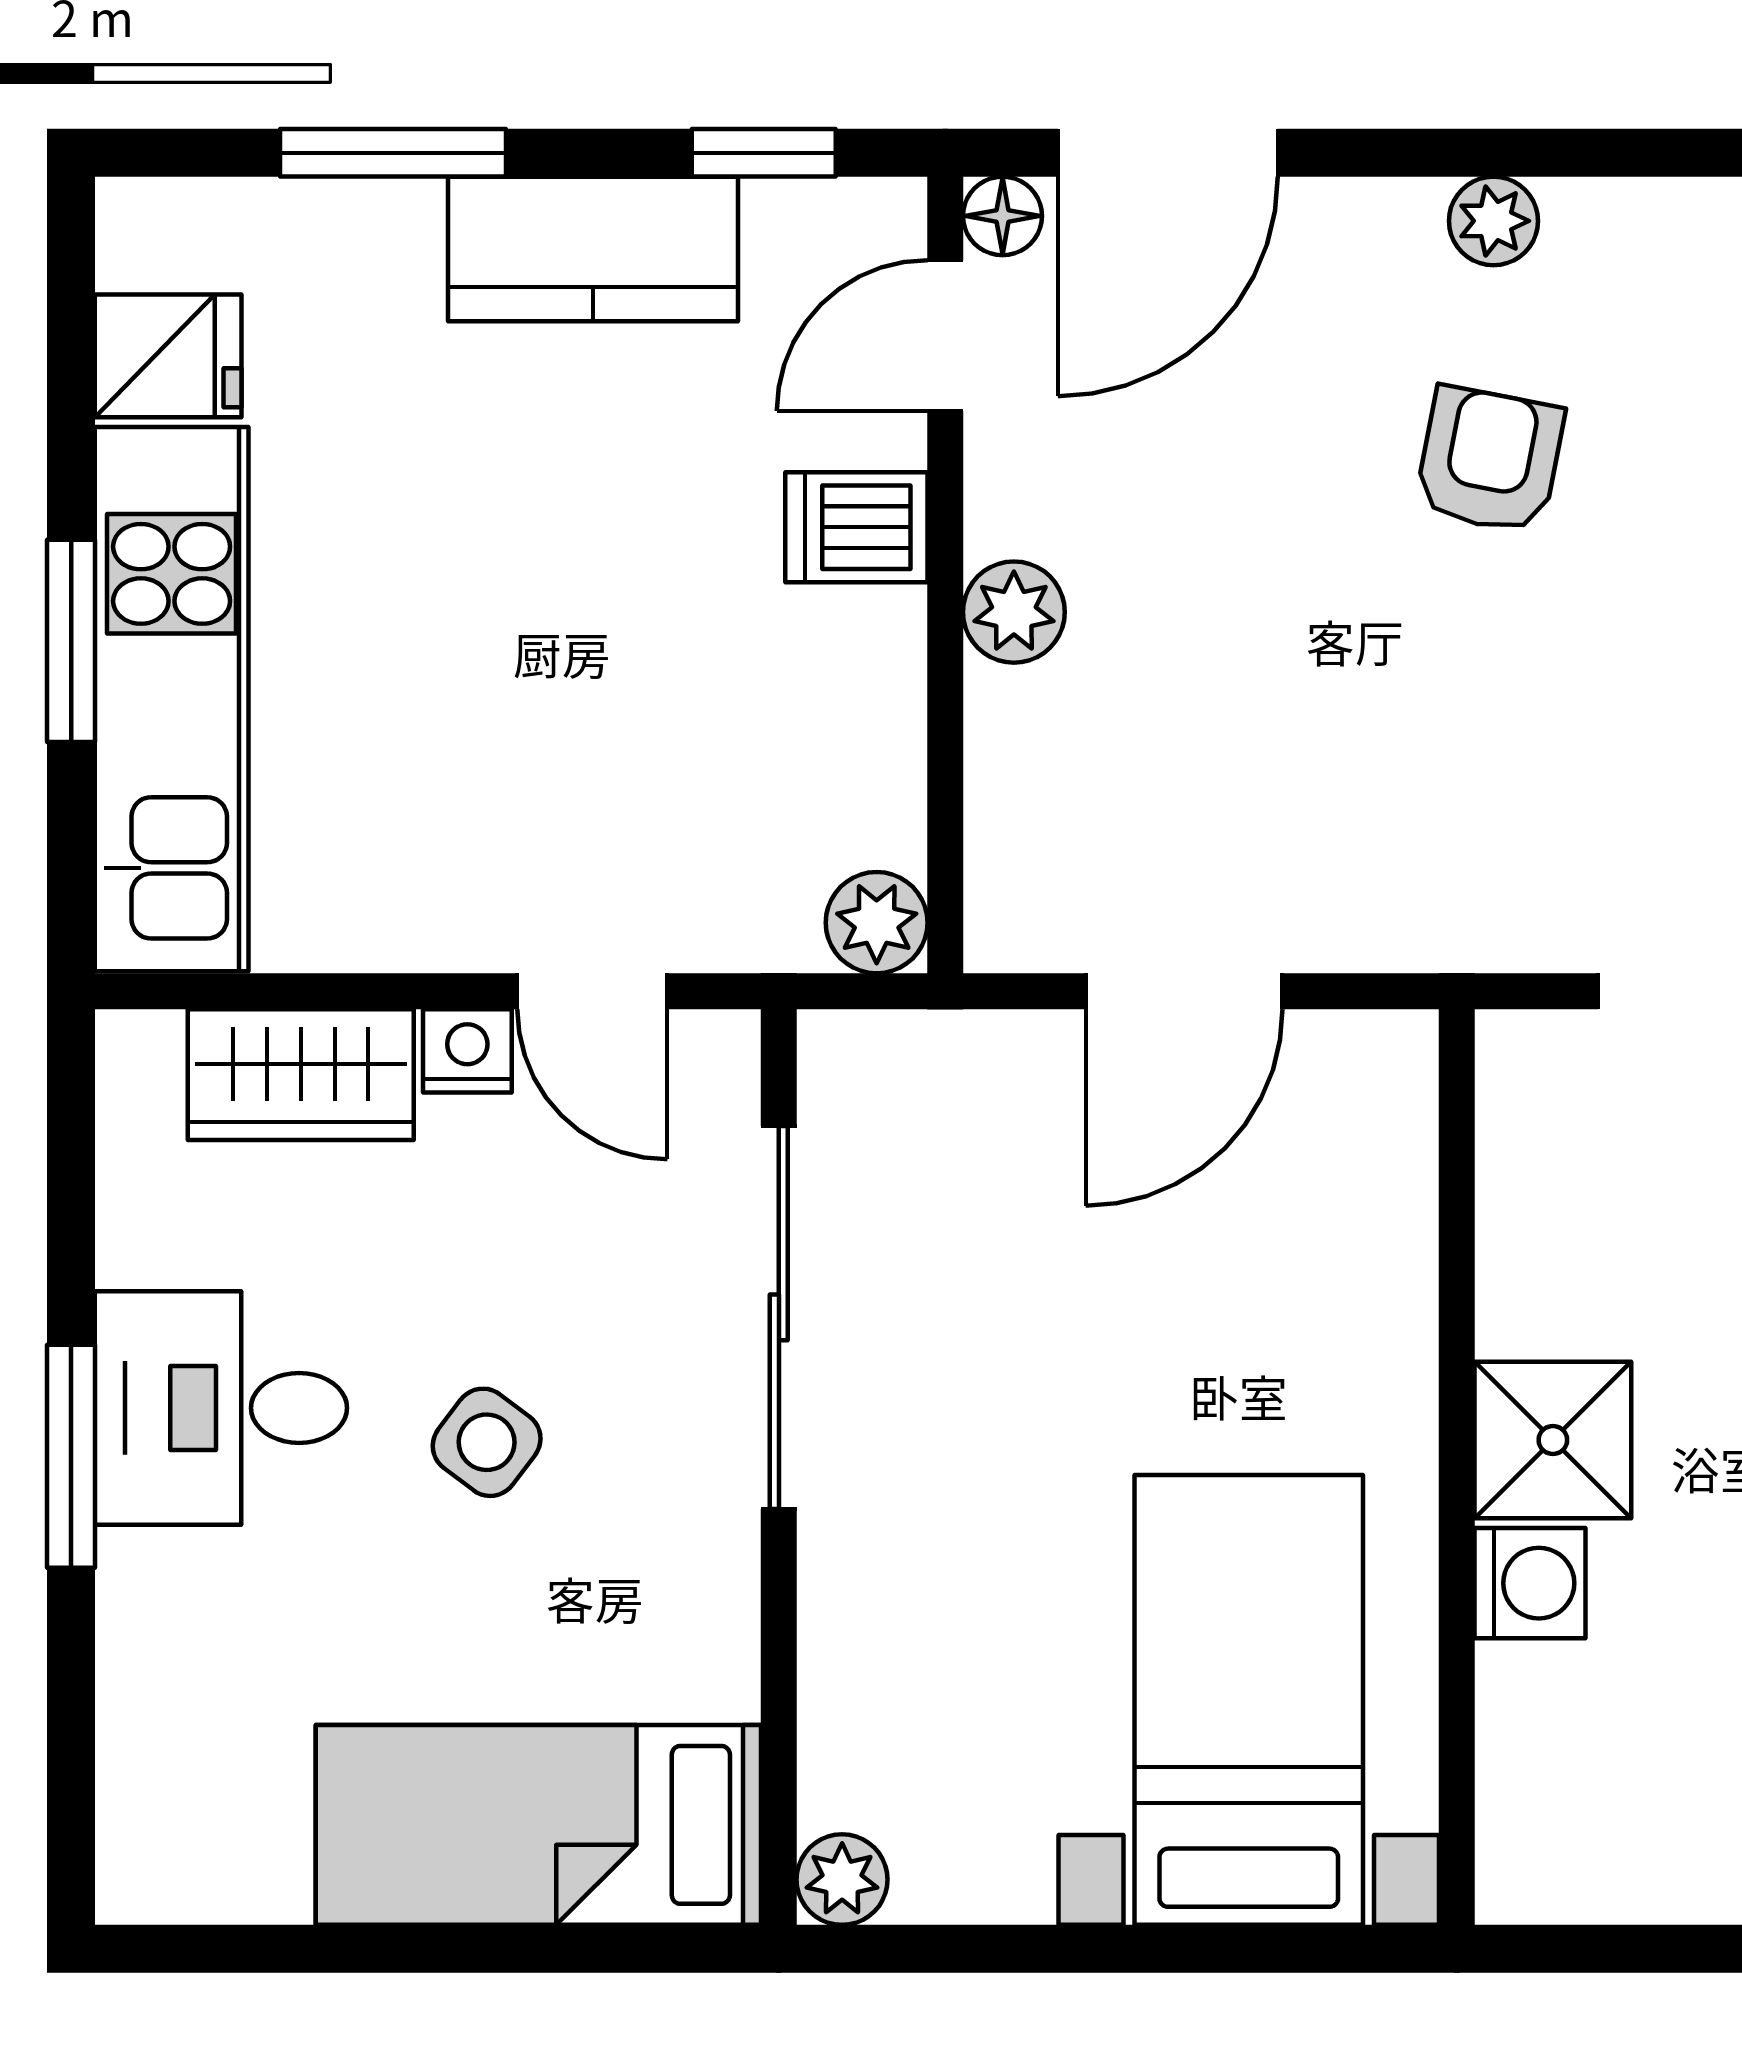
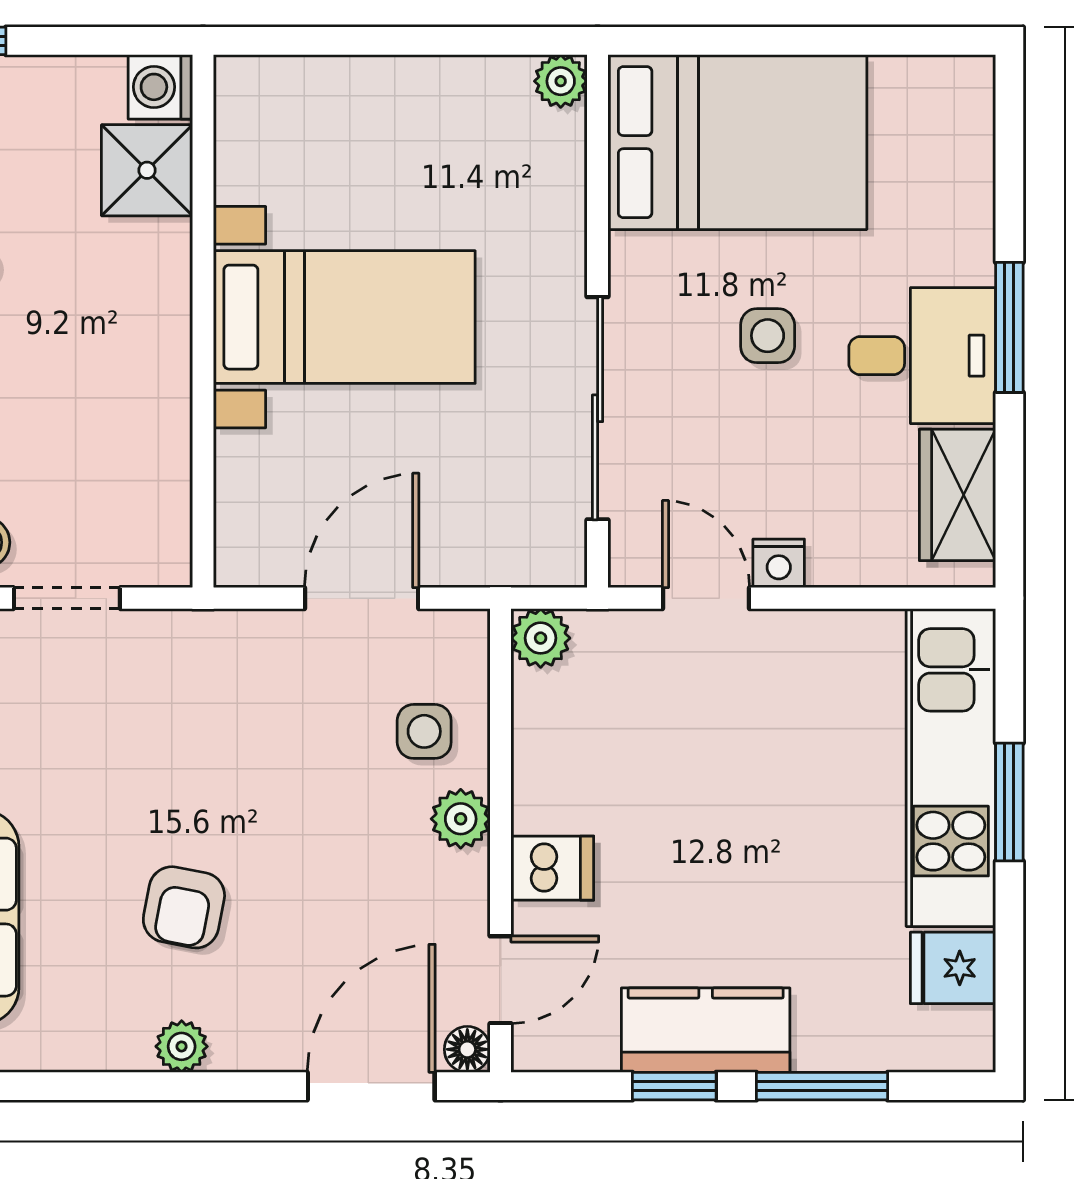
window: (764, 153) -> (674, 1086), moved
side table: (1077, 762) -> (424, 731), added
wardrobe: (301, 1075) -> (957, 495), moved, turned -90
shower: (1553, 1440) -> (147, 170), moved
side table: (487, 1442) -> (768, 336), turned -37
washing machine: (1530, 1583) -> (160, 87), moved
bed with nightstands: (1249, 1700) -> (344, 317), moved, turned -90
bed: (538, 1825) -> (737, 142), width x1.50

